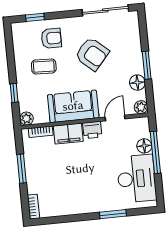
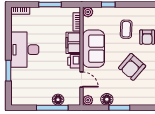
desk: (136, 179) -> (25, 50), moved, turned 90

